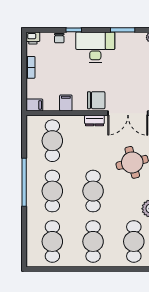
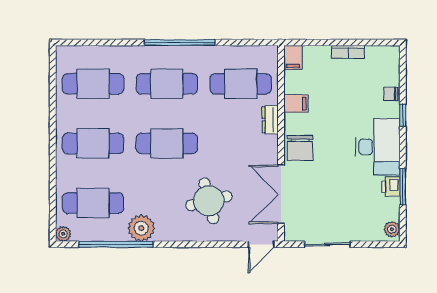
printer: (33, 38) -> (391, 187), moved
dresser: (94, 121) -> (270, 120), moved

